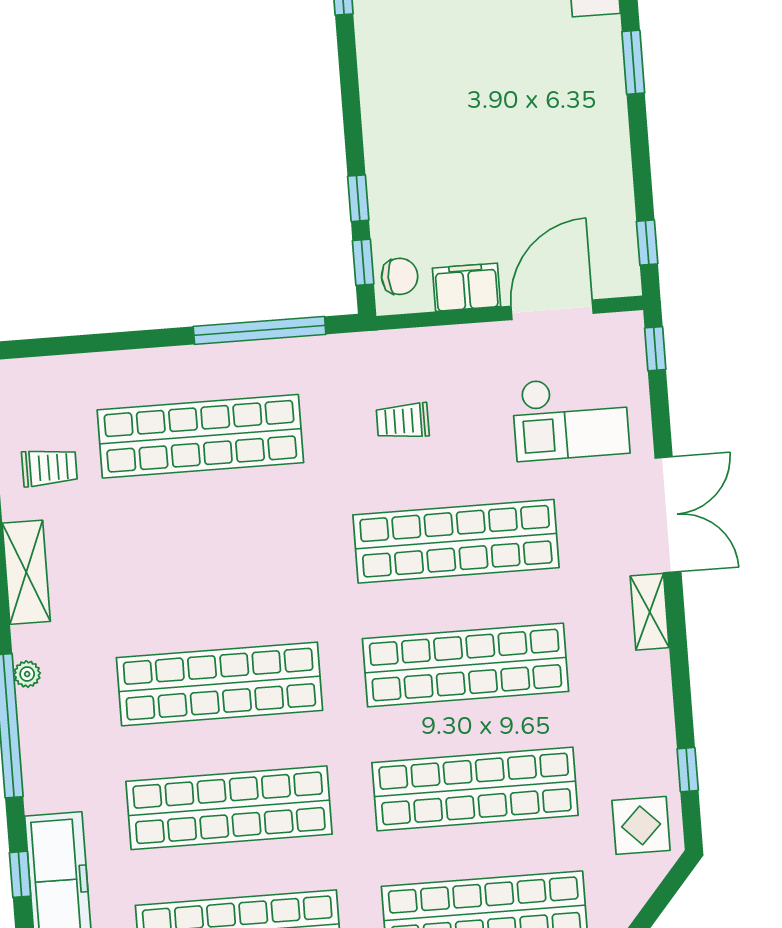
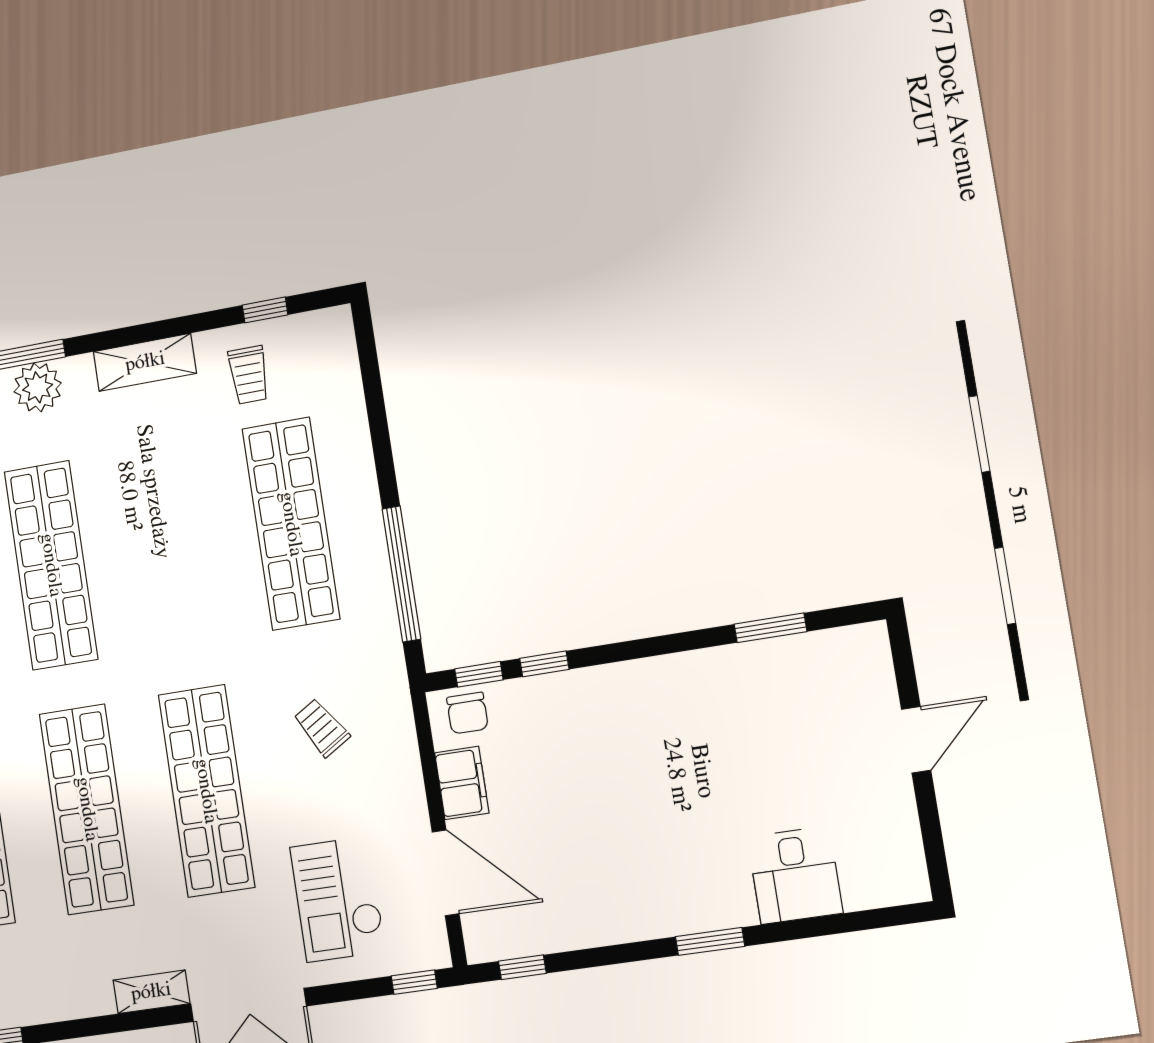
trolley: (403, 421) -> (322, 728), turned -32
plant: (27, 674) -> (38, 387), width x1.88, depth x1.88

